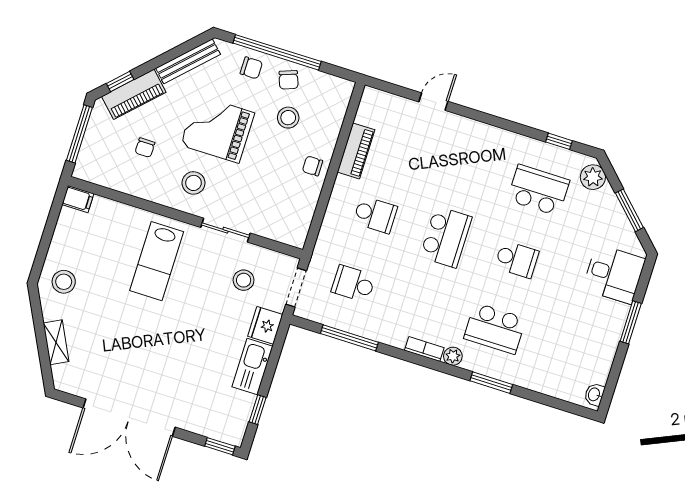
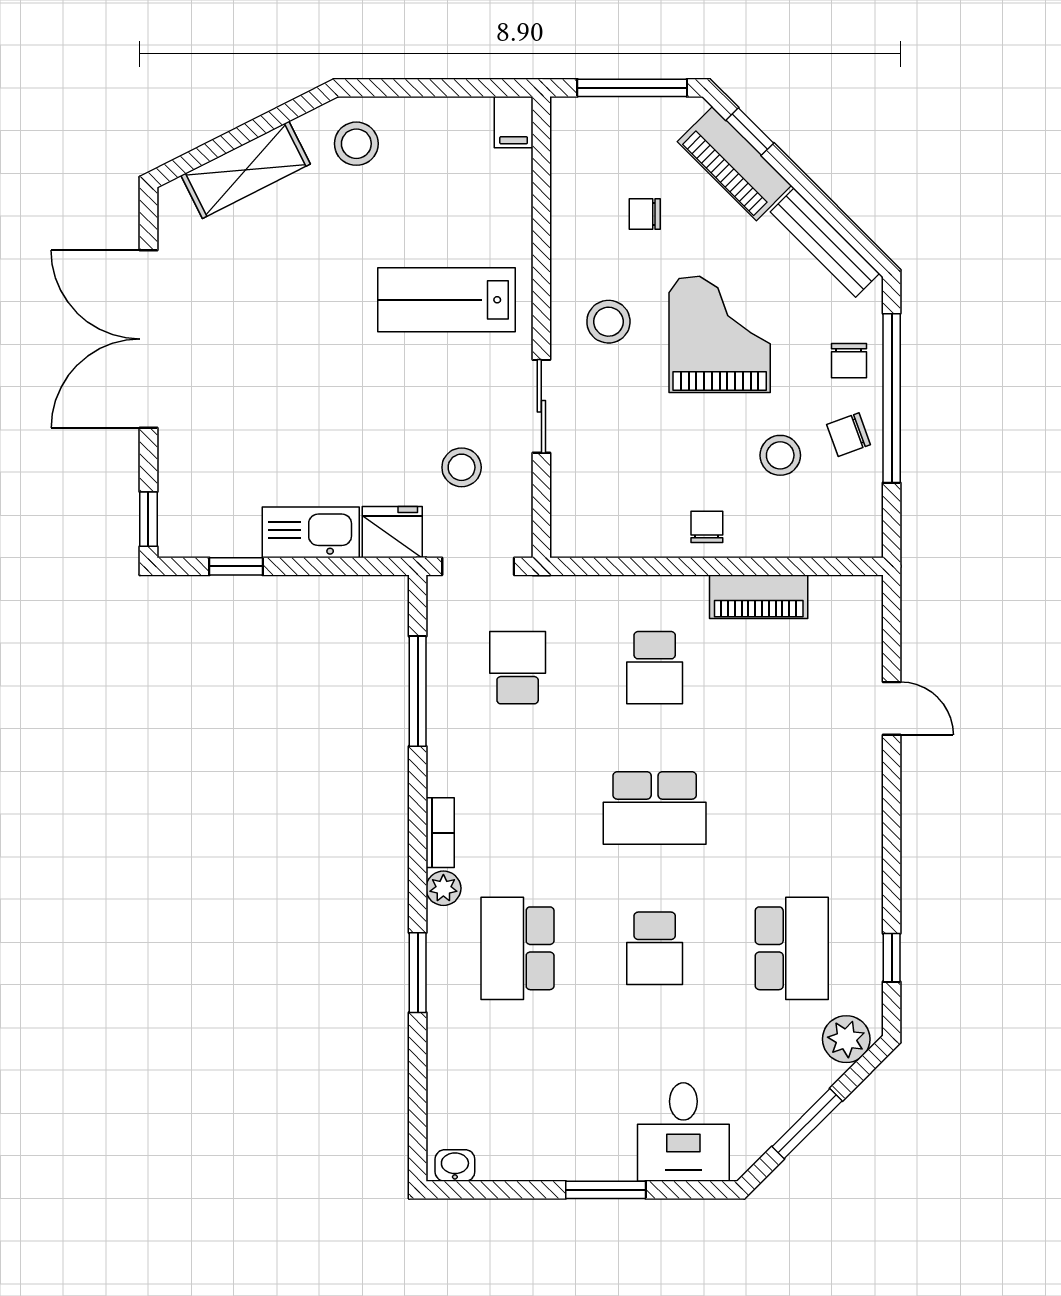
shelving: (56, 342) -> (246, 170), width x1.50, depth x1.33

